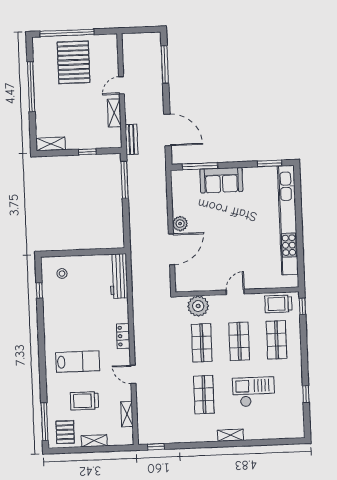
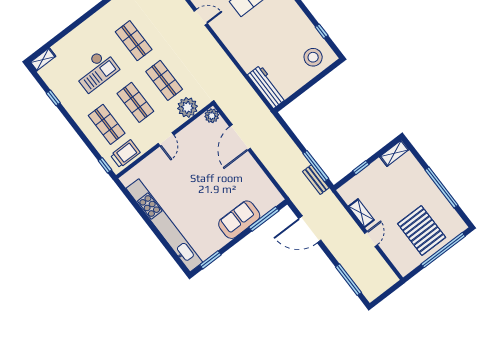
bench: (131, 139) -> (316, 180), moved
plant: (180, 224) -> (212, 116), moved
stool: (62, 274) -> (313, 57), width x1.89, depth x1.89
locker: (123, 336) -> (230, 42), removed
shelving: (230, 435) -> (43, 60), moved

